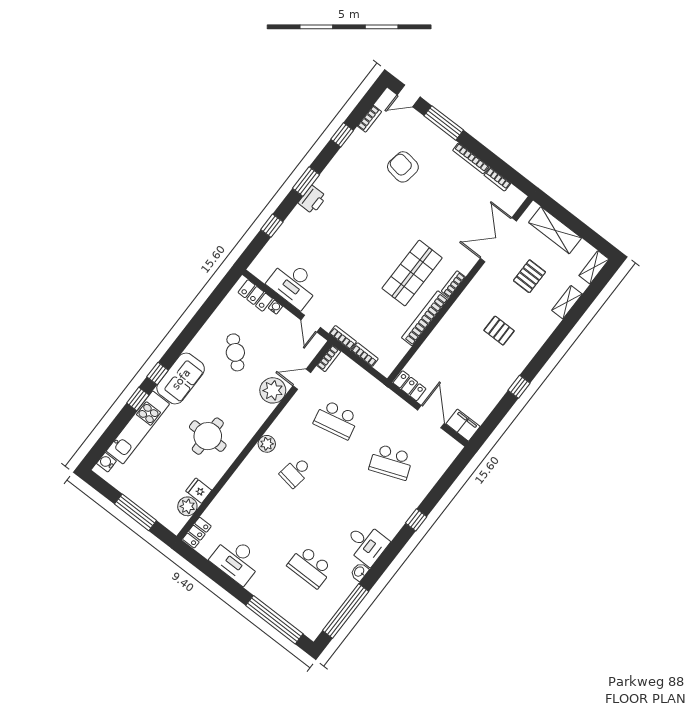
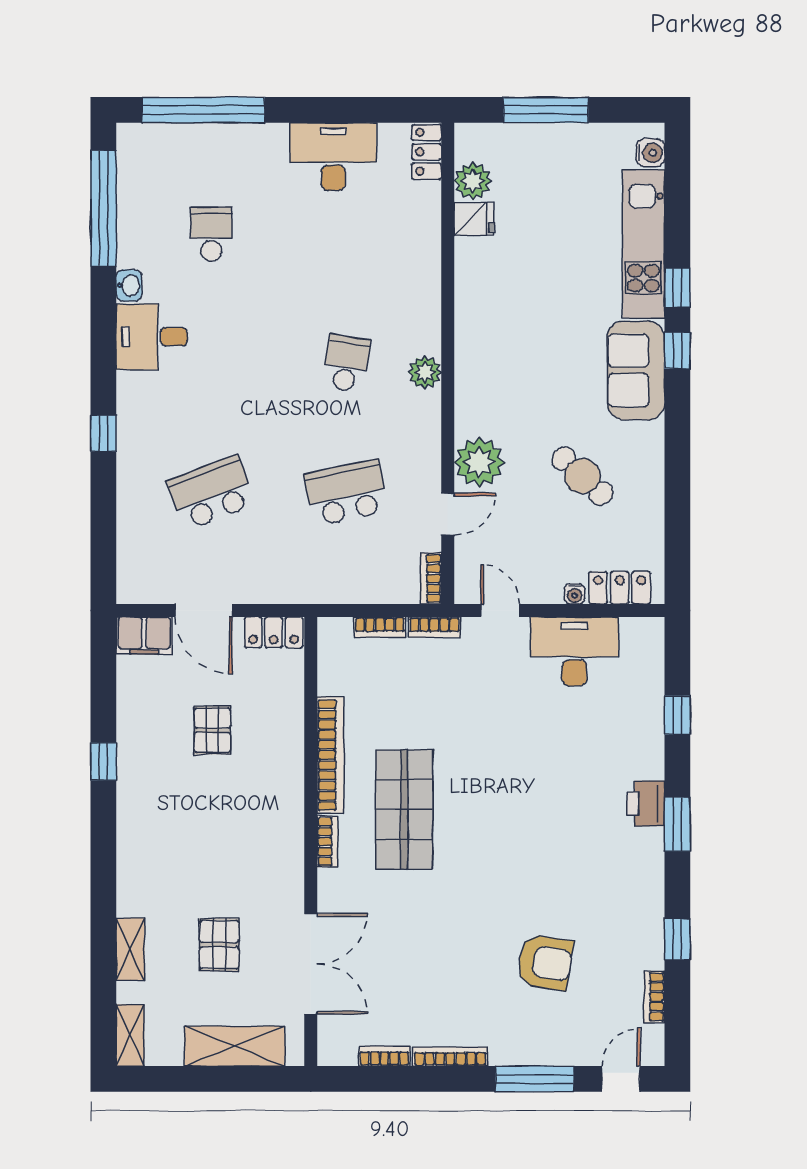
pallet: (499, 331) -> (212, 730), moved, turned 90
round table: (208, 436) -> (525, 314), removed
school desk: (310, 567) -> (211, 234), width x0.54

